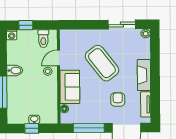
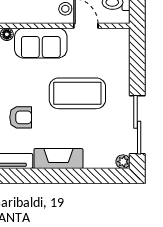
sliding door: (122, 24) -> (137, 125), width x1.37
coffee table: (102, 63) -> (77, 93), turned 38

